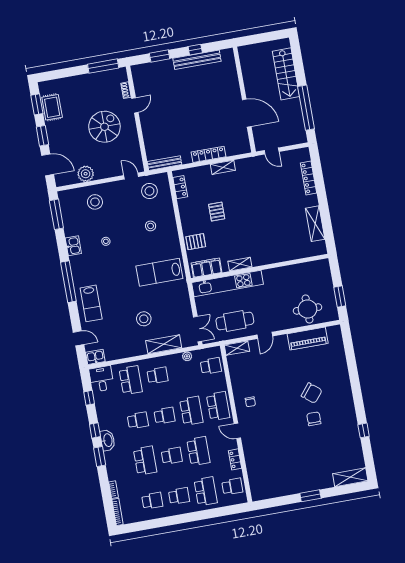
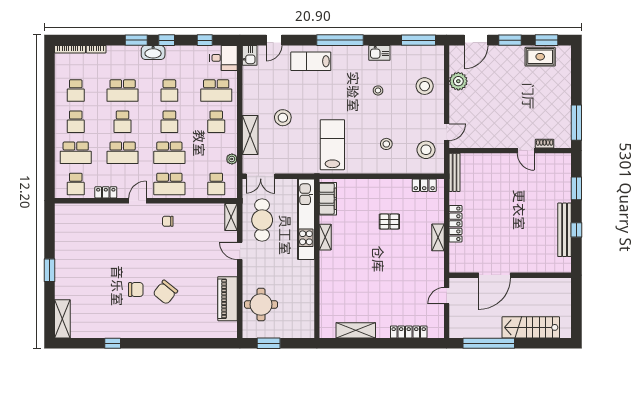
spiral stairs: (104, 127) -> (508, 112), removed
pallet: (196, 242) -> (360, 192), removed

